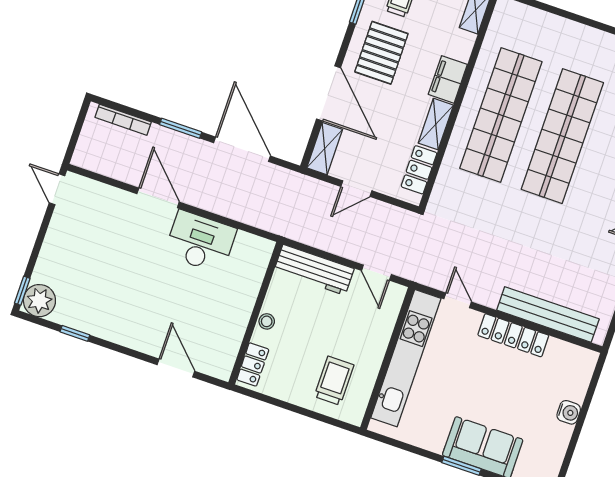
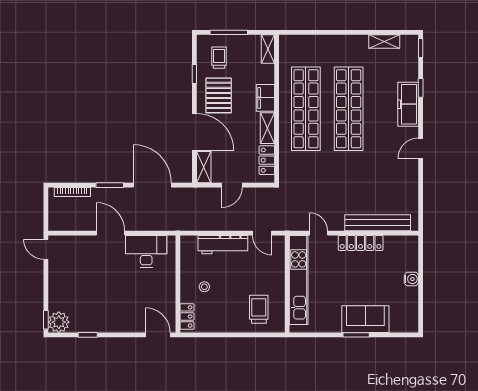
wall: (256, 313) -> (178, 284), moved
locker: (253, 364) -> (187, 316), moved

